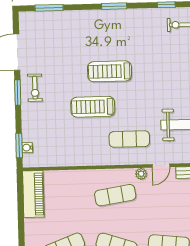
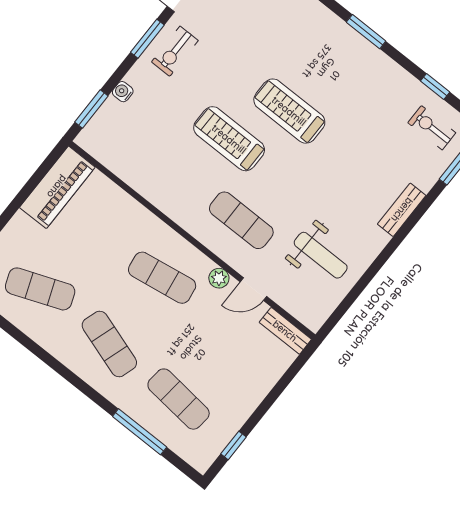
water cooler: (27, 148) -> (123, 92), moved

